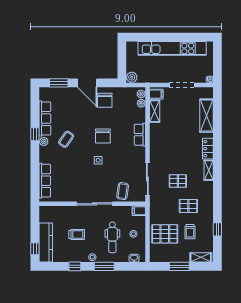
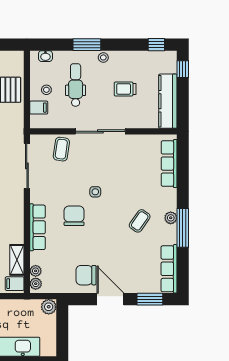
chair: (105, 100) -> (86, 275), turned -90
row of seats: (45, 119) -> (169, 269), moved
window: (35, 134) -> (183, 228), width x2.17
row of seats: (140, 135) -> (37, 227), width x1.48
chair: (103, 136) -> (74, 216), moved
filing cabinet: (139, 211) -> (39, 108), moved
kitchen counter: (46, 243) -> (168, 101), moved
window: (75, 266) -> (156, 45), moved

